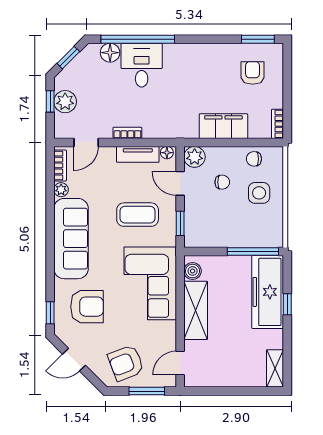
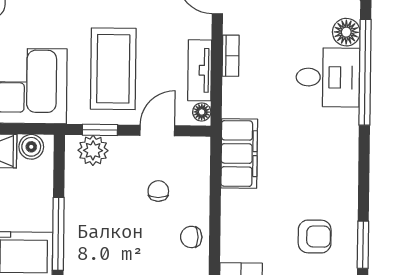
filing cabinet: (223, 126) -> (239, 154), moved
plant: (195, 157) -> (93, 150), moved
chair: (254, 159) -> (191, 237), turned -90
chair: (222, 182) -> (158, 191), turned 180
side table: (259, 193) -> (142, 244), removed
coffee table: (138, 215) -> (113, 69), width x1.36, depth x1.32

